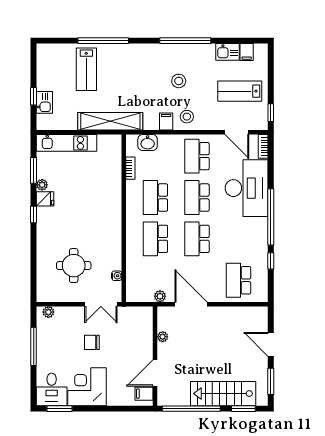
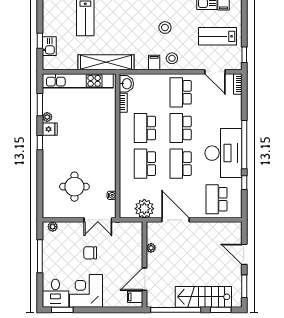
kitchen unit: (67, 143) -> (78, 81), width x1.36
washbasin: (148, 143) -> (126, 84), moved, turned -90
desk: (247, 188) -> (223, 153), moved
plant: (160, 296) -> (144, 209), width x1.88, depth x1.88

